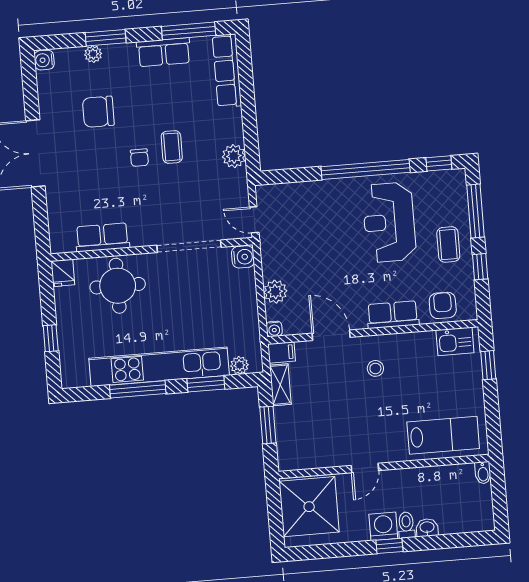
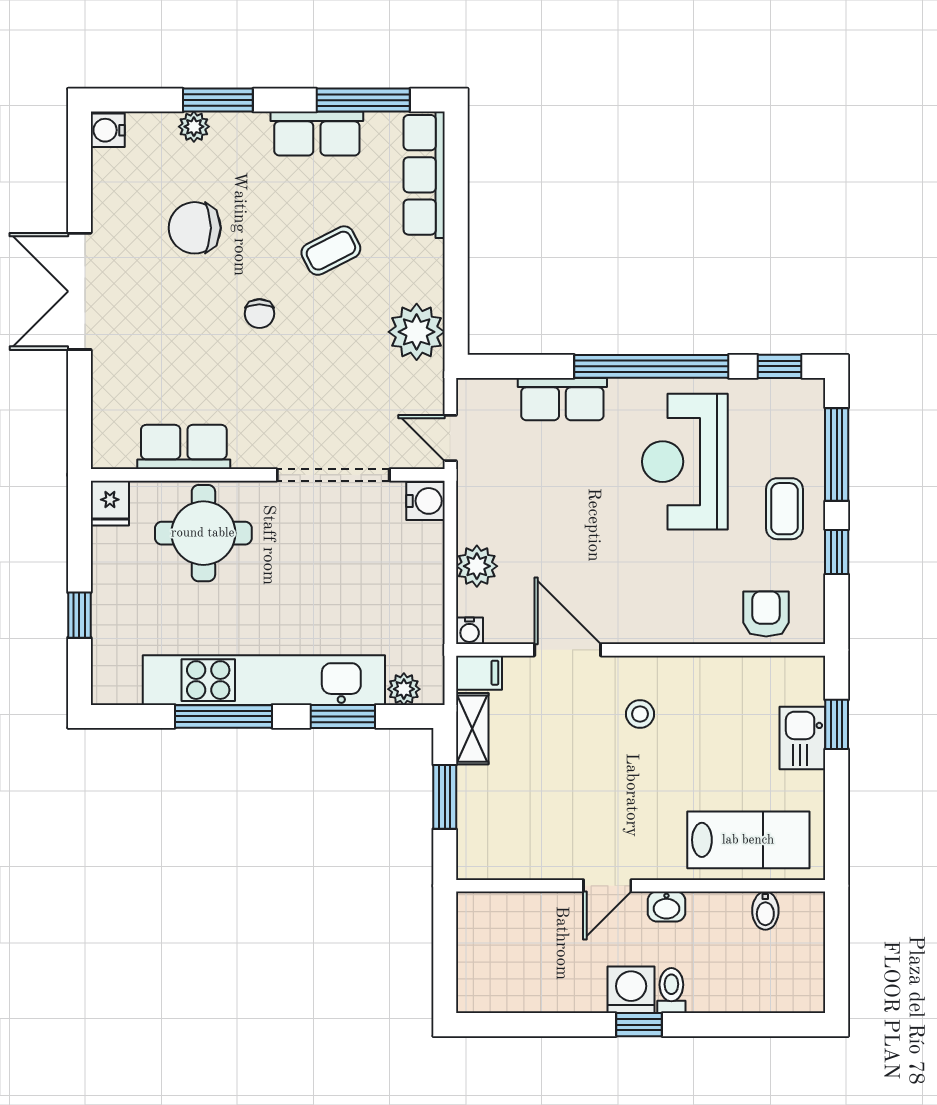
coffee table: (172, 147) -> (331, 251), moved, turned 63
plant: (234, 156) -> (417, 332), width x1.36, depth x1.36
row of seats: (393, 315) -> (562, 399), moved, turned 180
kitchen sink: (455, 341) -> (802, 738), moved, turned 90
bidet: (483, 473) -> (765, 911), moved
shower: (309, 507) -> (505, 945), removed
washbasin: (427, 528) -> (666, 907), moved, turned 180

